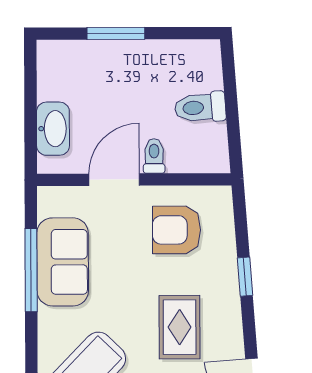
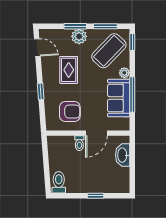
window: (116, 33) -> (96, 196), width x0.67
toilet: (200, 107) -> (59, 182), moved, turned -86
plant: (50, 321) -> (124, 73), added

